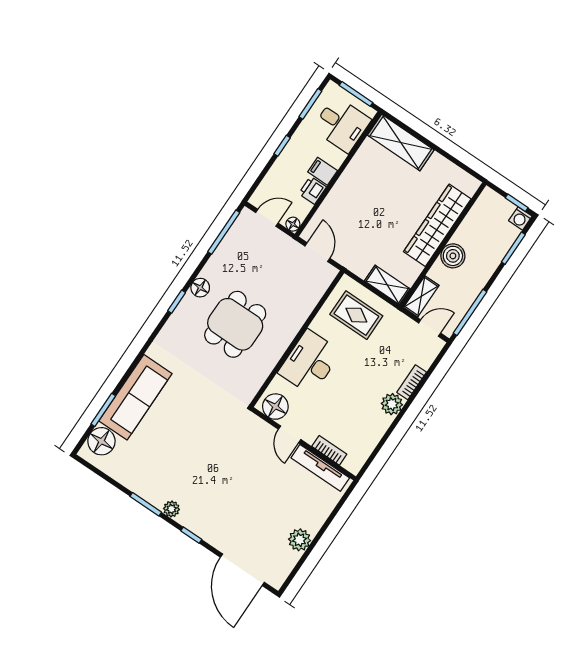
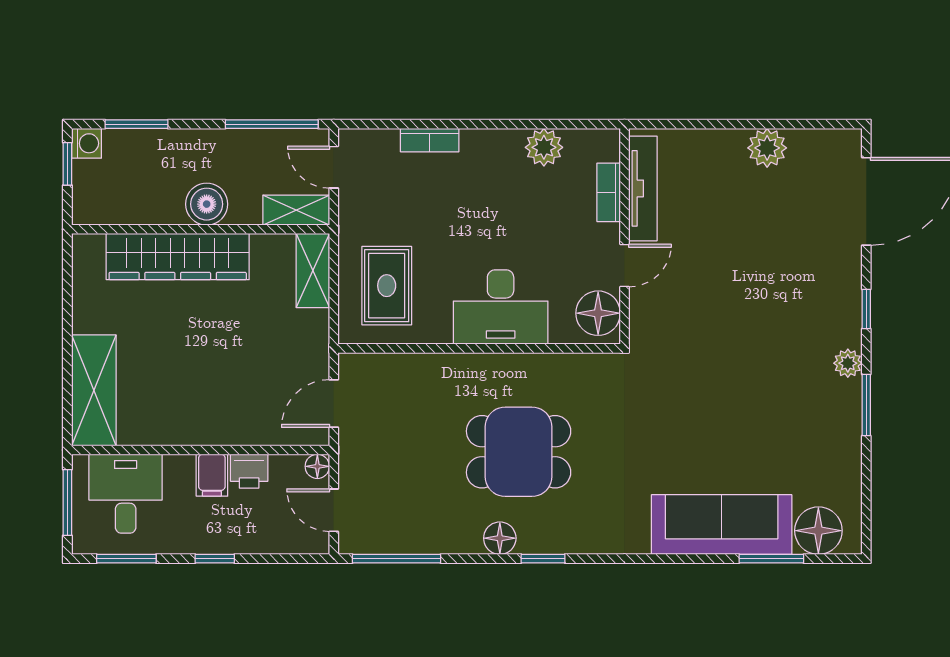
plant: (392, 404) -> (544, 147), moved

